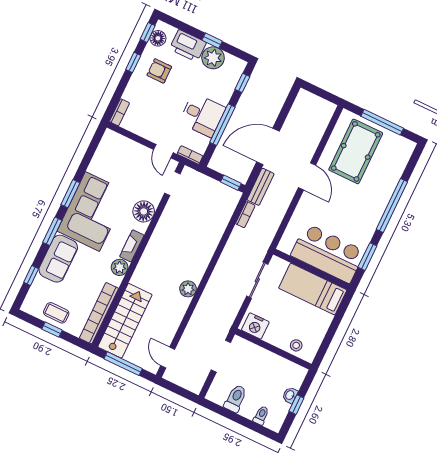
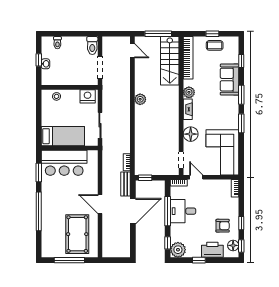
plant: (213, 58) -> (178, 250), moved
corner sofa: (92, 212) -> (222, 152), moved
toilet: (236, 399) -> (92, 46), moved

